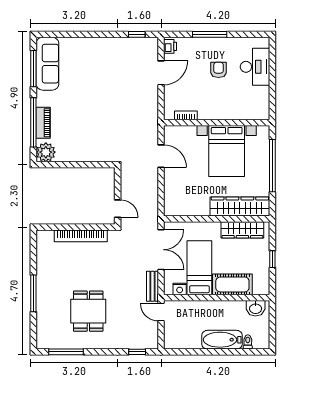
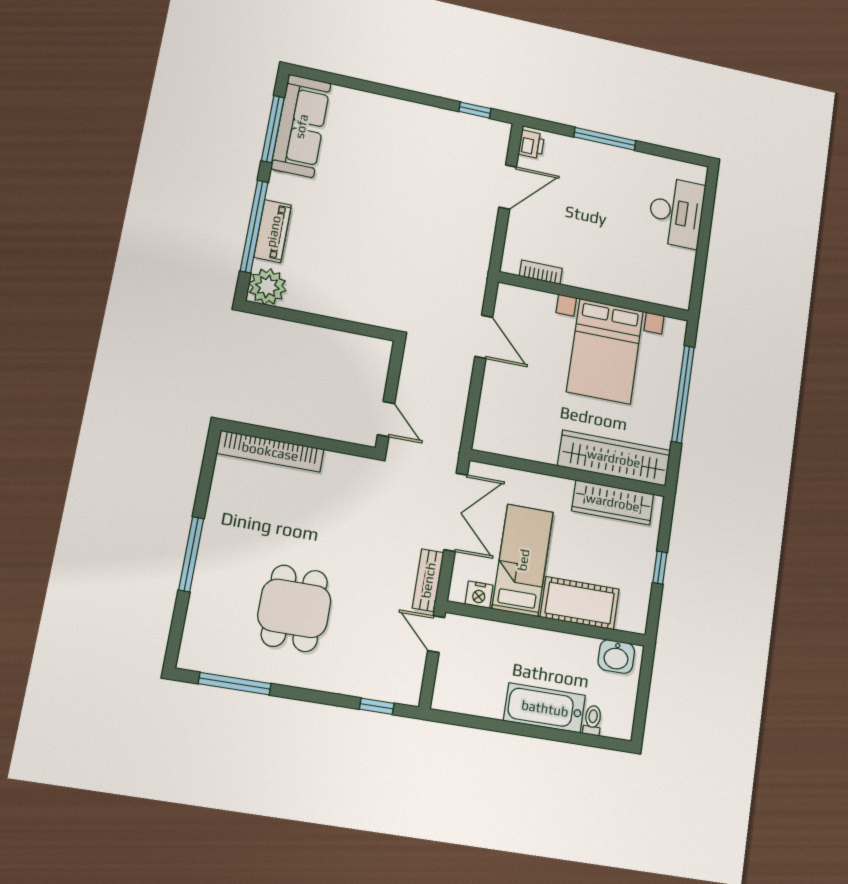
armchair: (219, 70) -> (611, 204), removed
bookcase: (81, 236) -> (270, 451), moved

